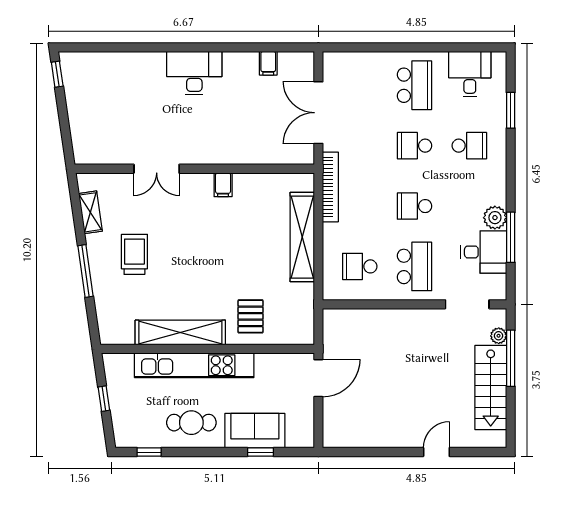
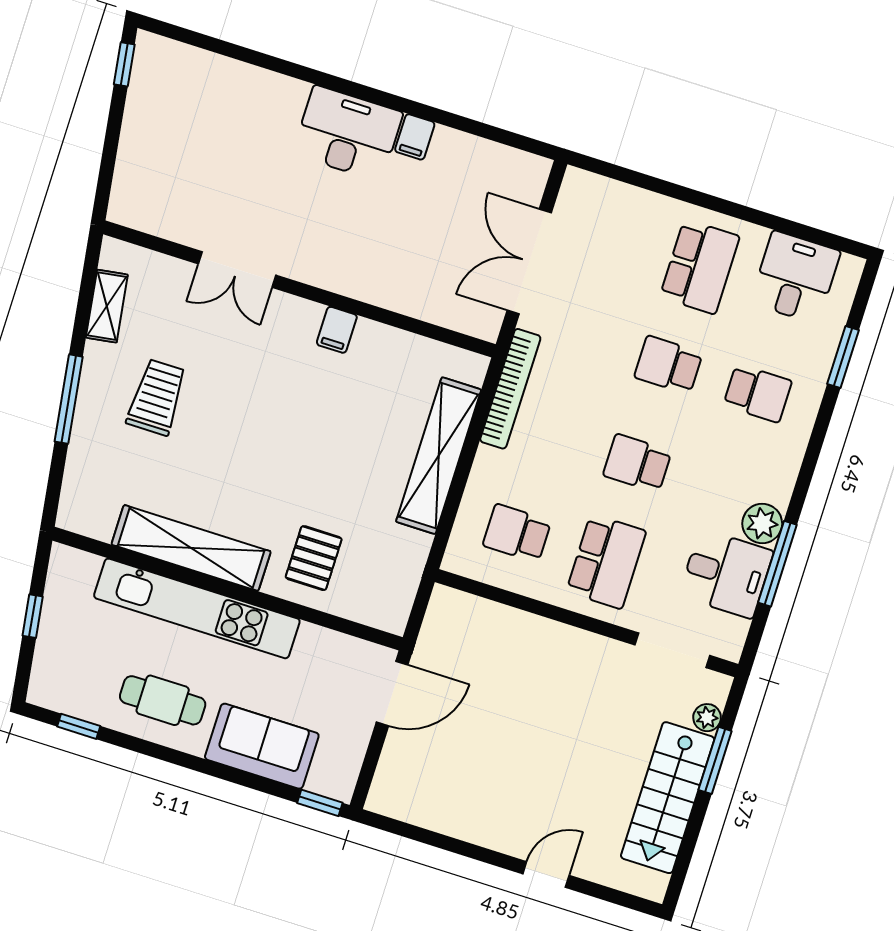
filing cabinet: (268, 63) -> (415, 137), moved
window: (511, 358) -> (715, 760), width x0.69
window: (261, 452) -> (320, 803), moved

